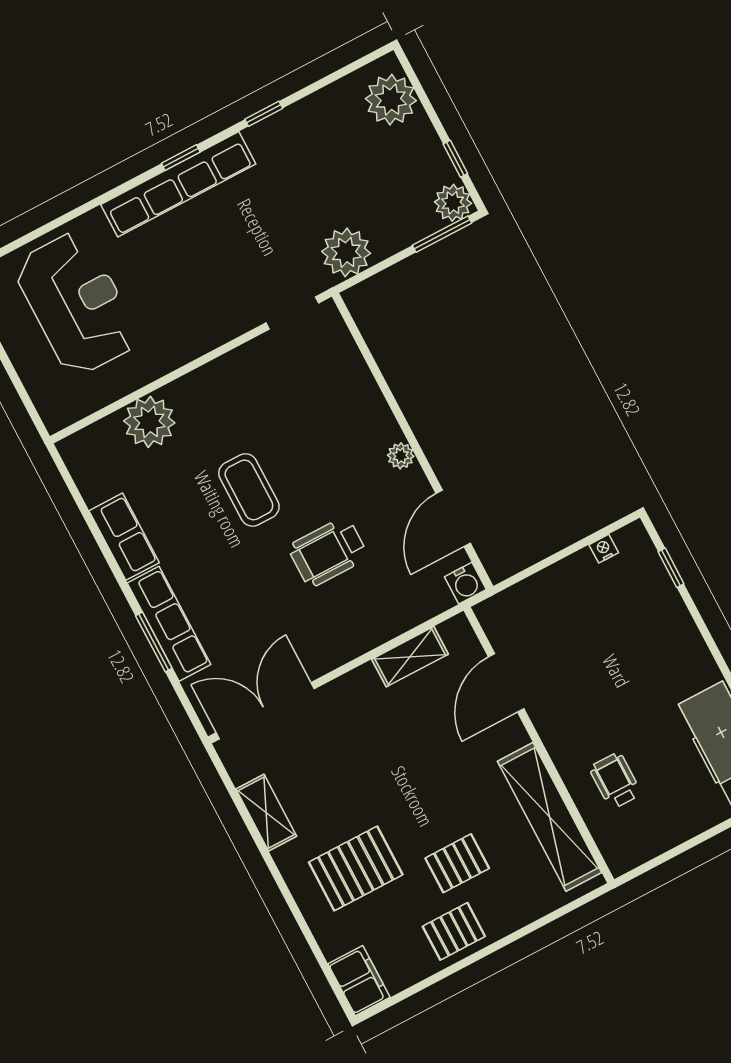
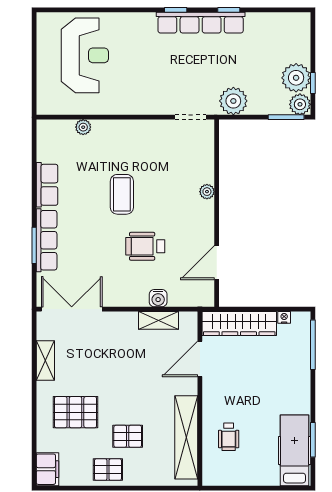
plant: (391, 100) -> (296, 78), moved
row of seats: (178, 184) -> (201, 23), moved
plant: (149, 422) -> (83, 127), width x0.53, depth x0.53
plant: (401, 456) -> (207, 192), moved
window: (671, 568) -> (313, 345), width x2.17
water cooler: (465, 583) -> (158, 298), moved
wardrobe: (539, 595) -> (239, 324), added
wheelchair: (615, 781) -> (229, 437), turned 180

